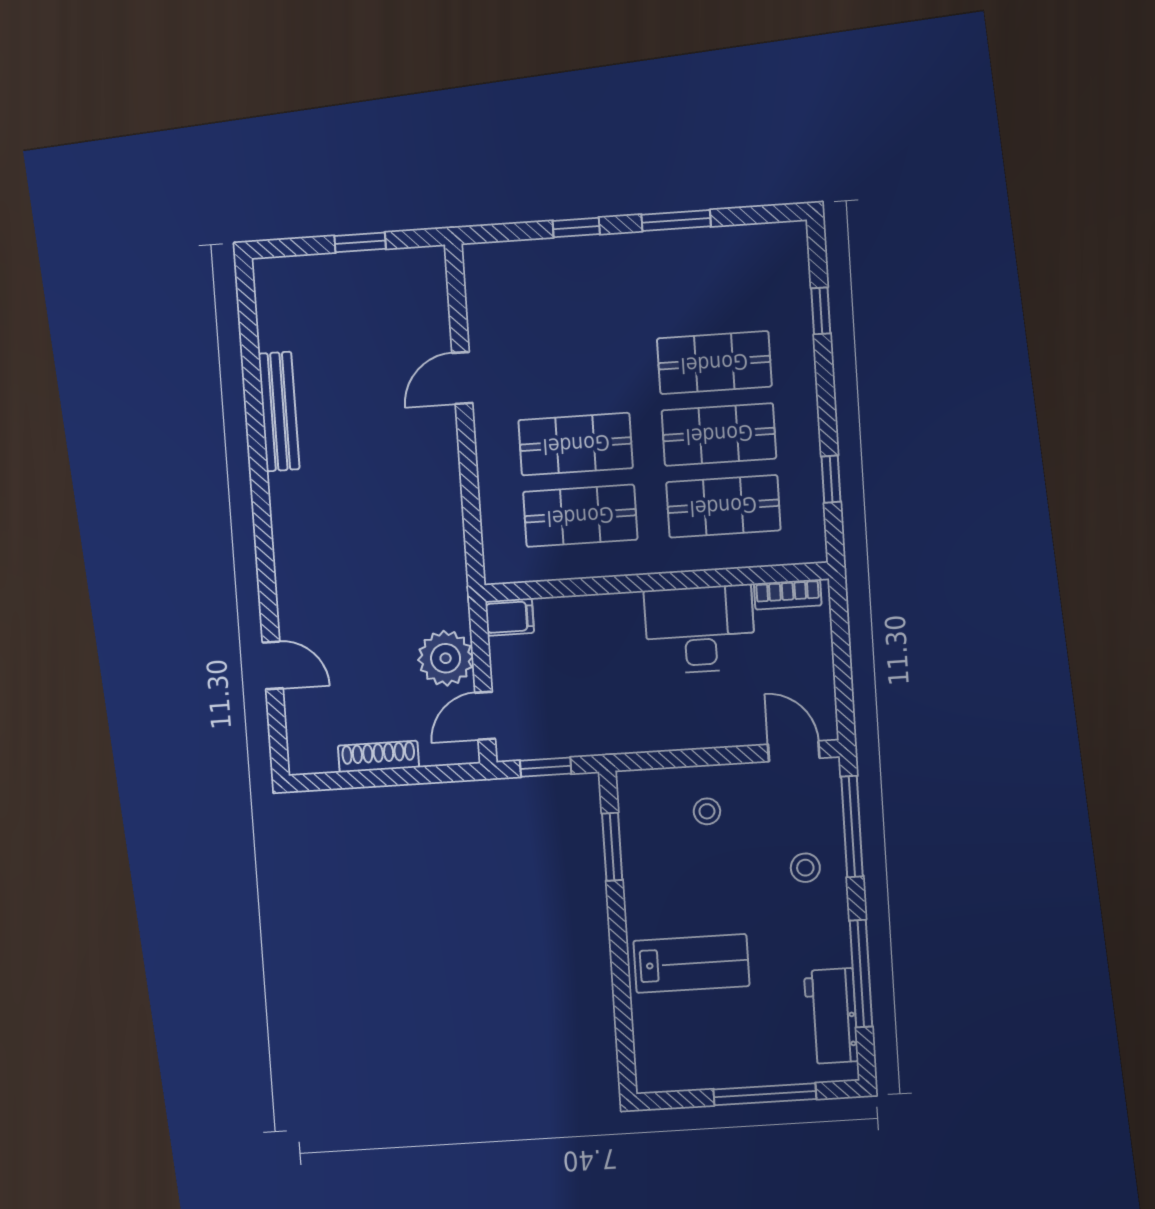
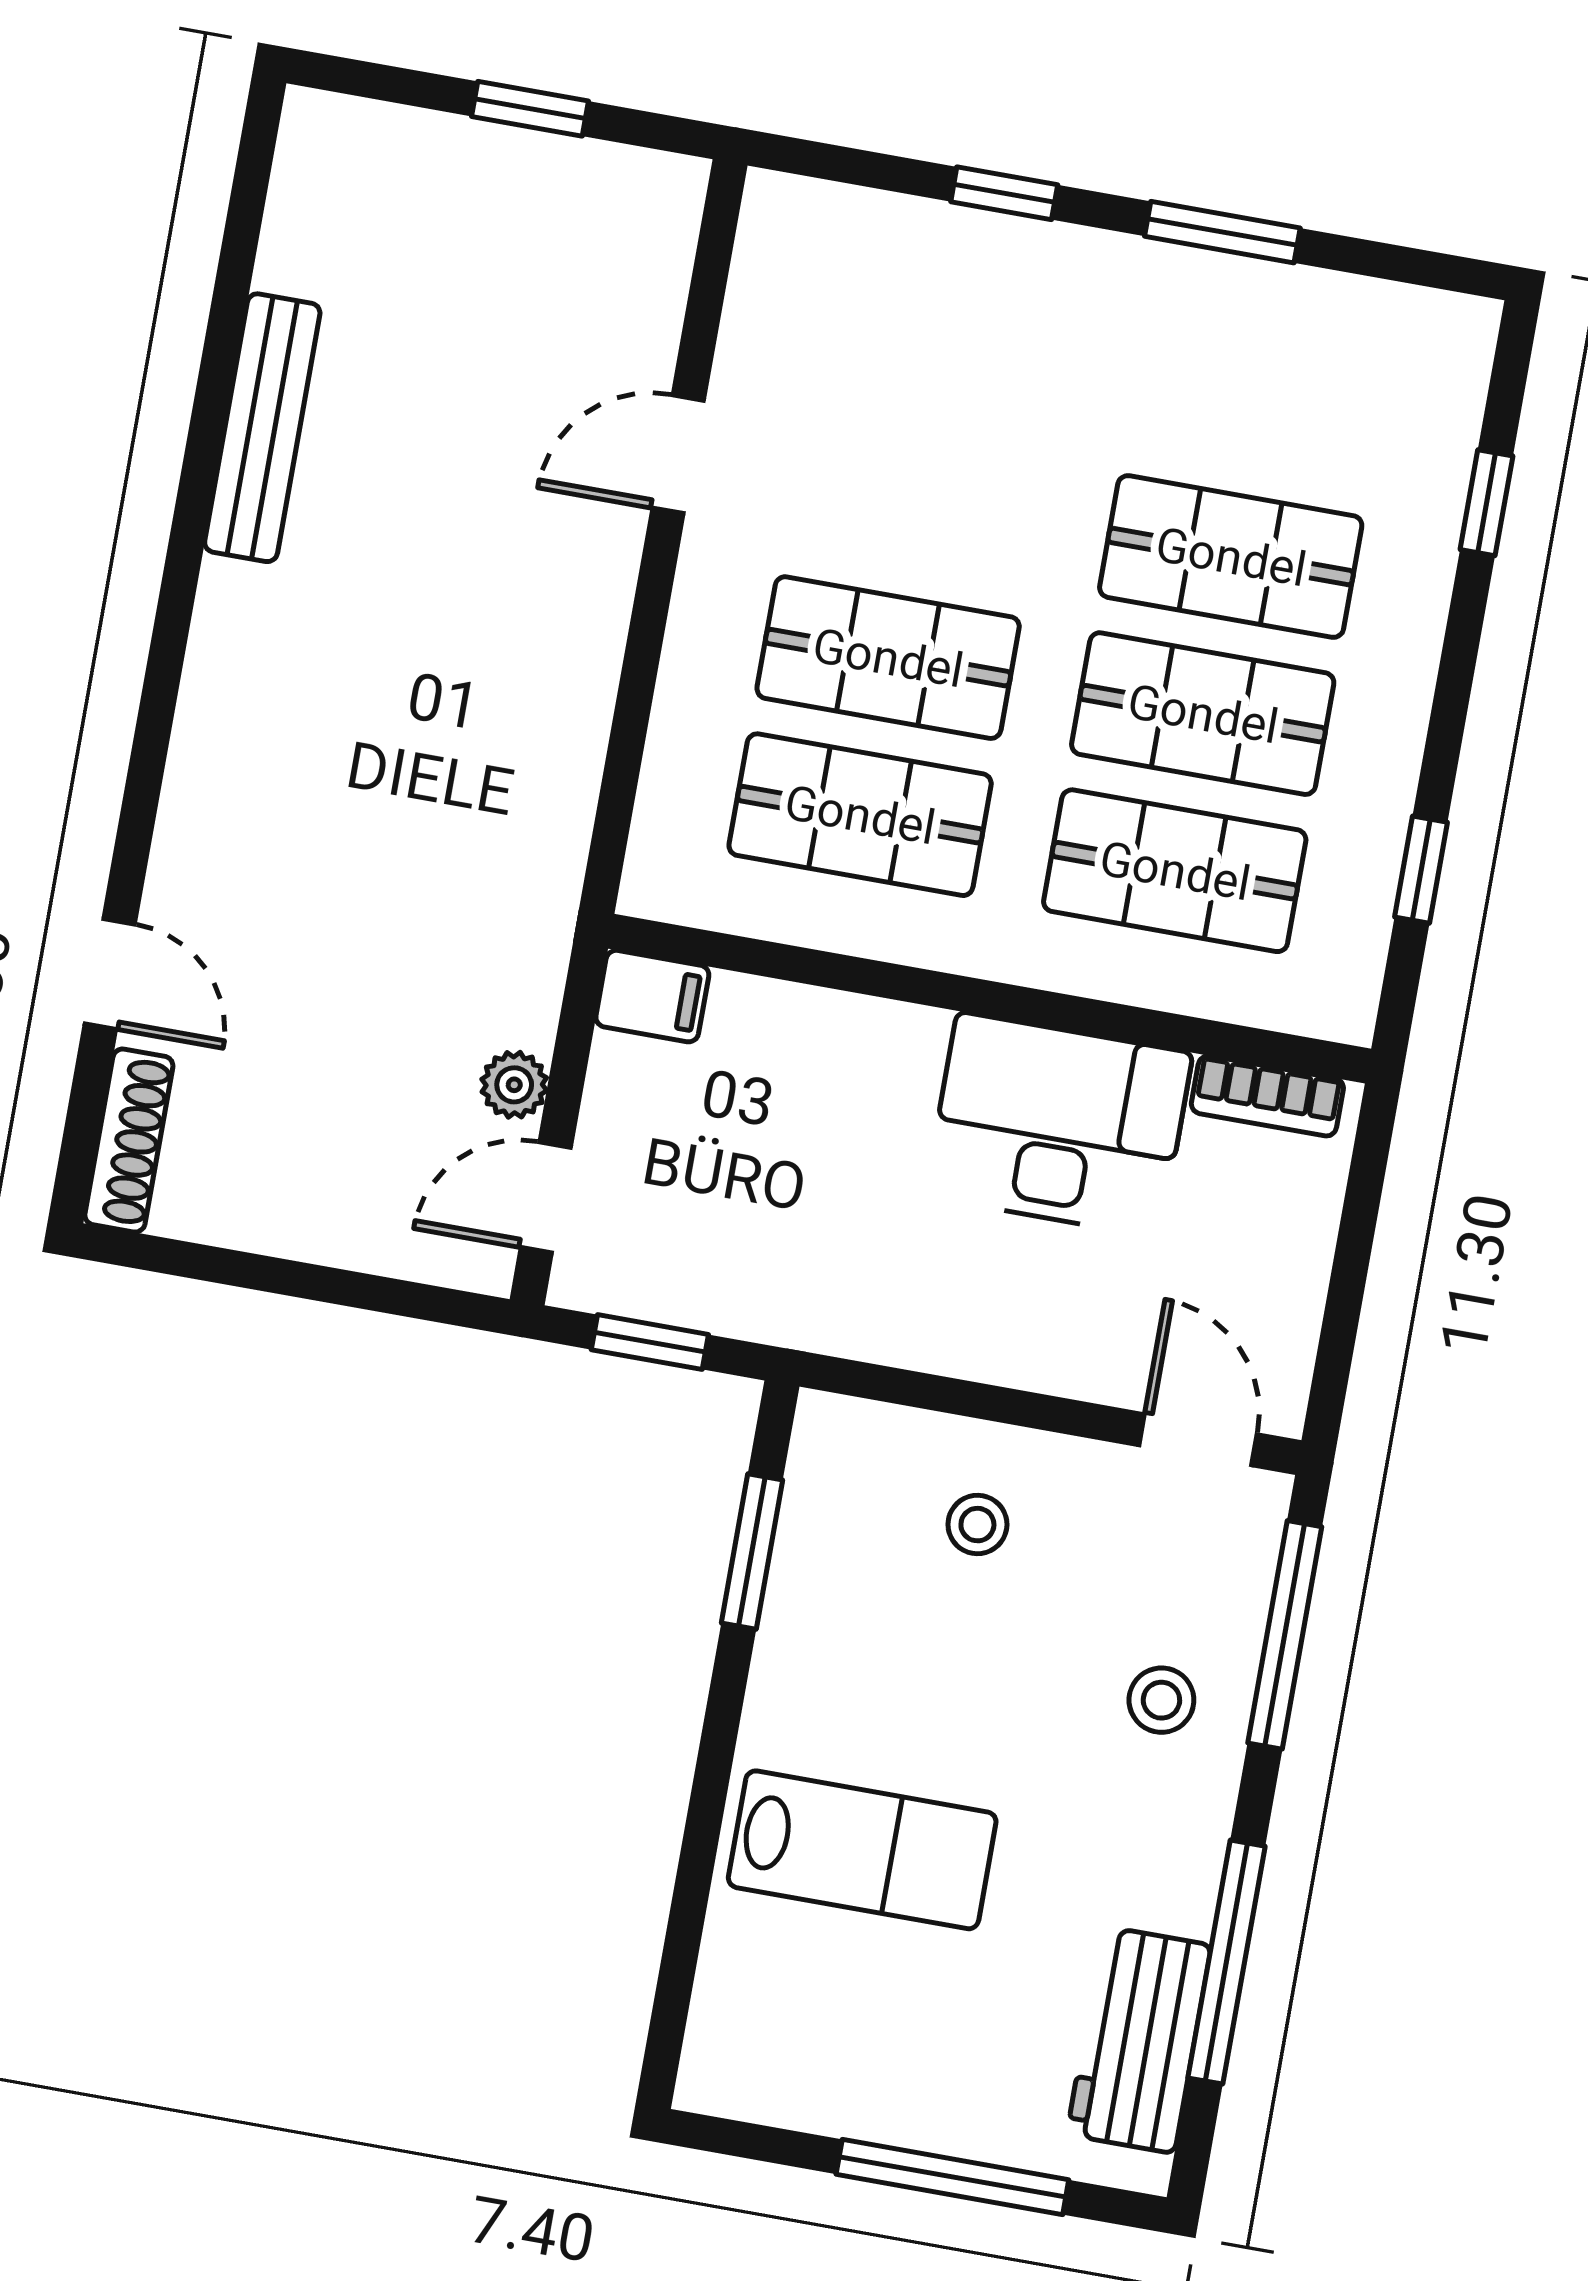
plant: (446, 658) -> (514, 1085), width x0.53, depth x0.53
shoe rack: (378, 756) -> (129, 1141), moved, turned 90

